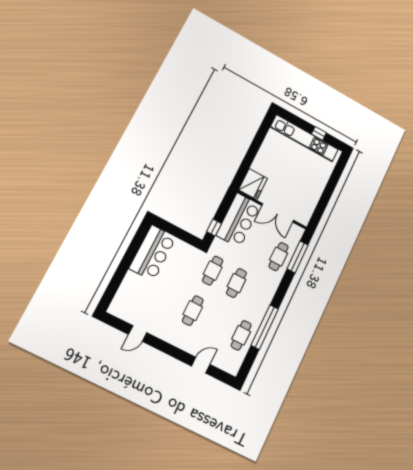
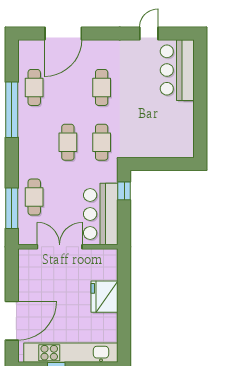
door: (333, 181) -> (12, 321), added
fridge: (253, 184) -> (105, 297), moved
bar counter: (153, 253) -> (177, 70), moved
door: (201, 365) -> (63, 33), width x1.87

